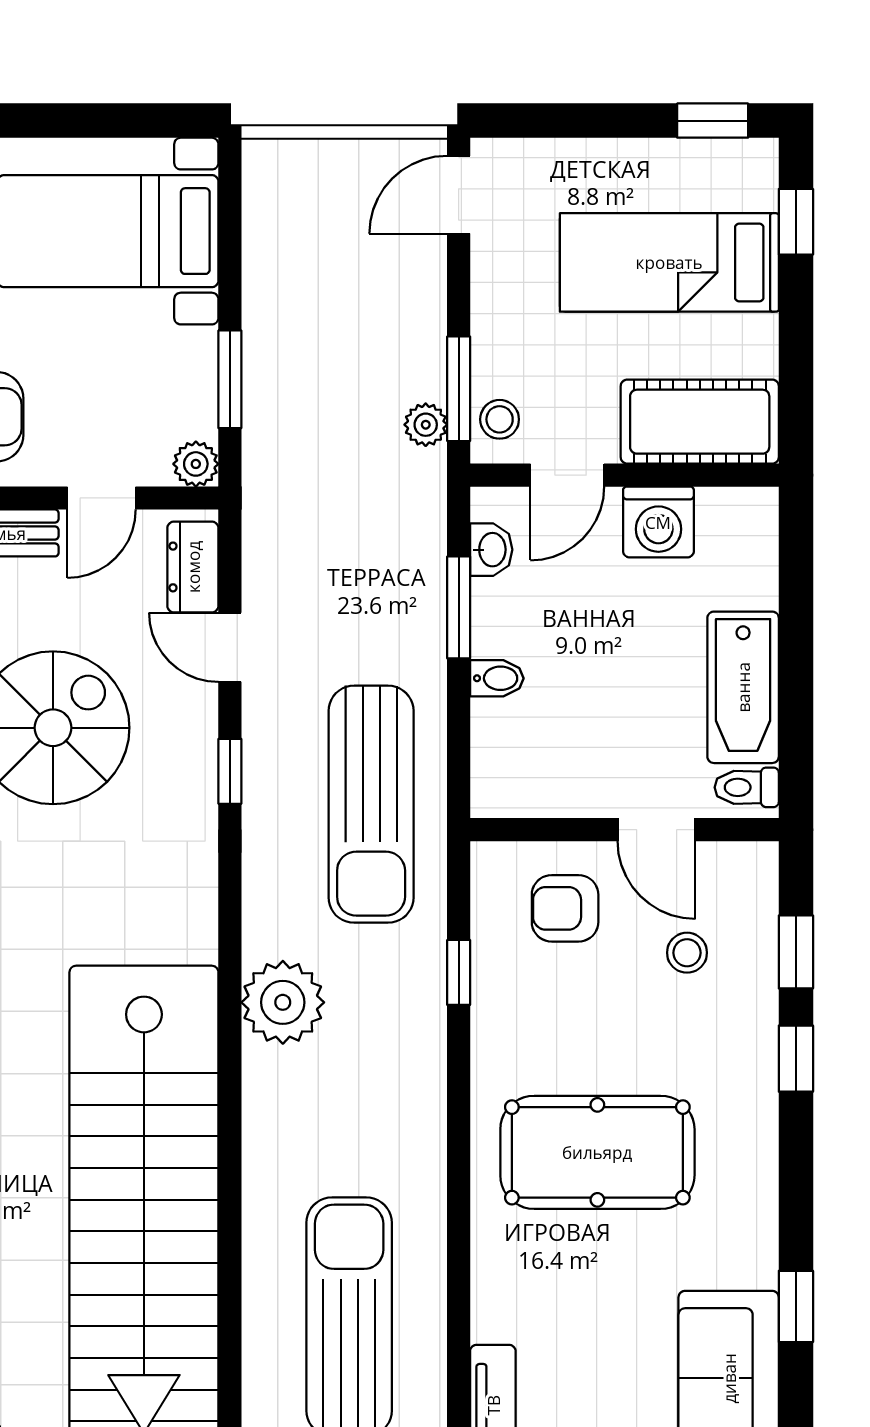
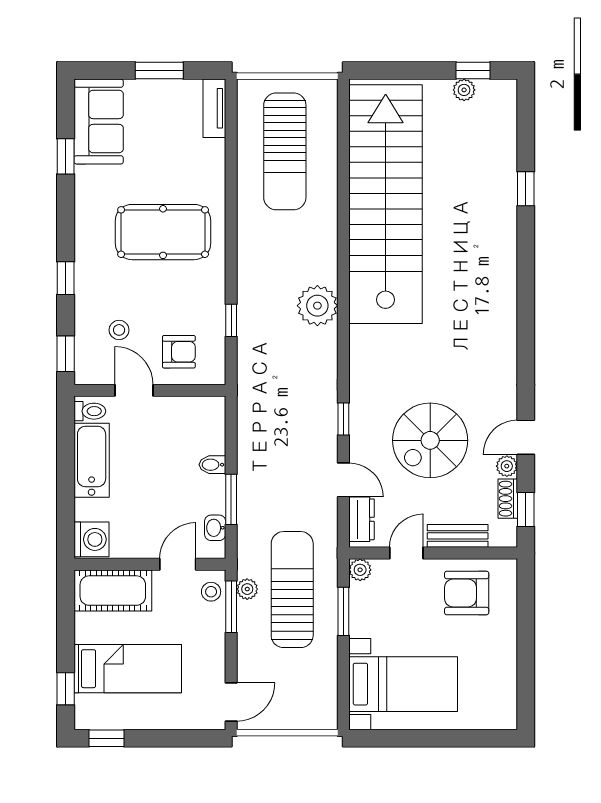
washing machine: (658, 522) -> (91, 539), moved, turned 90
sun lounger: (371, 804) -> (292, 590), moved
window: (796, 952) -> (66, 354), moved

